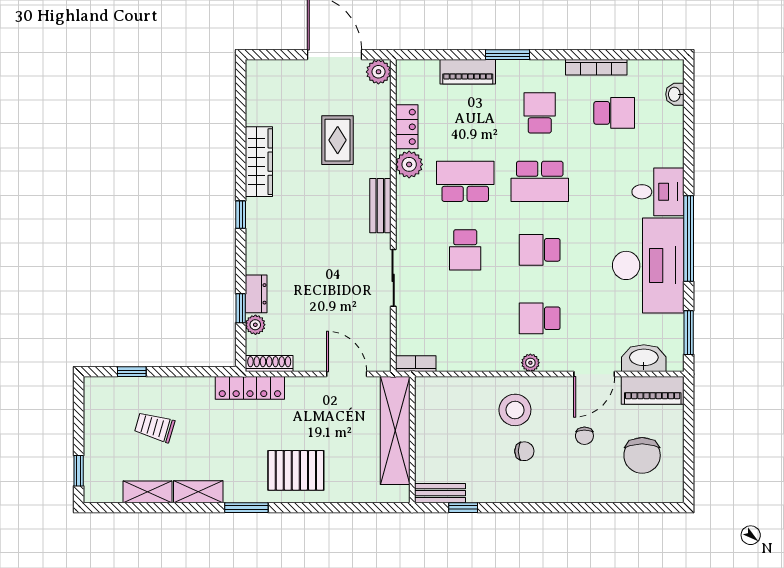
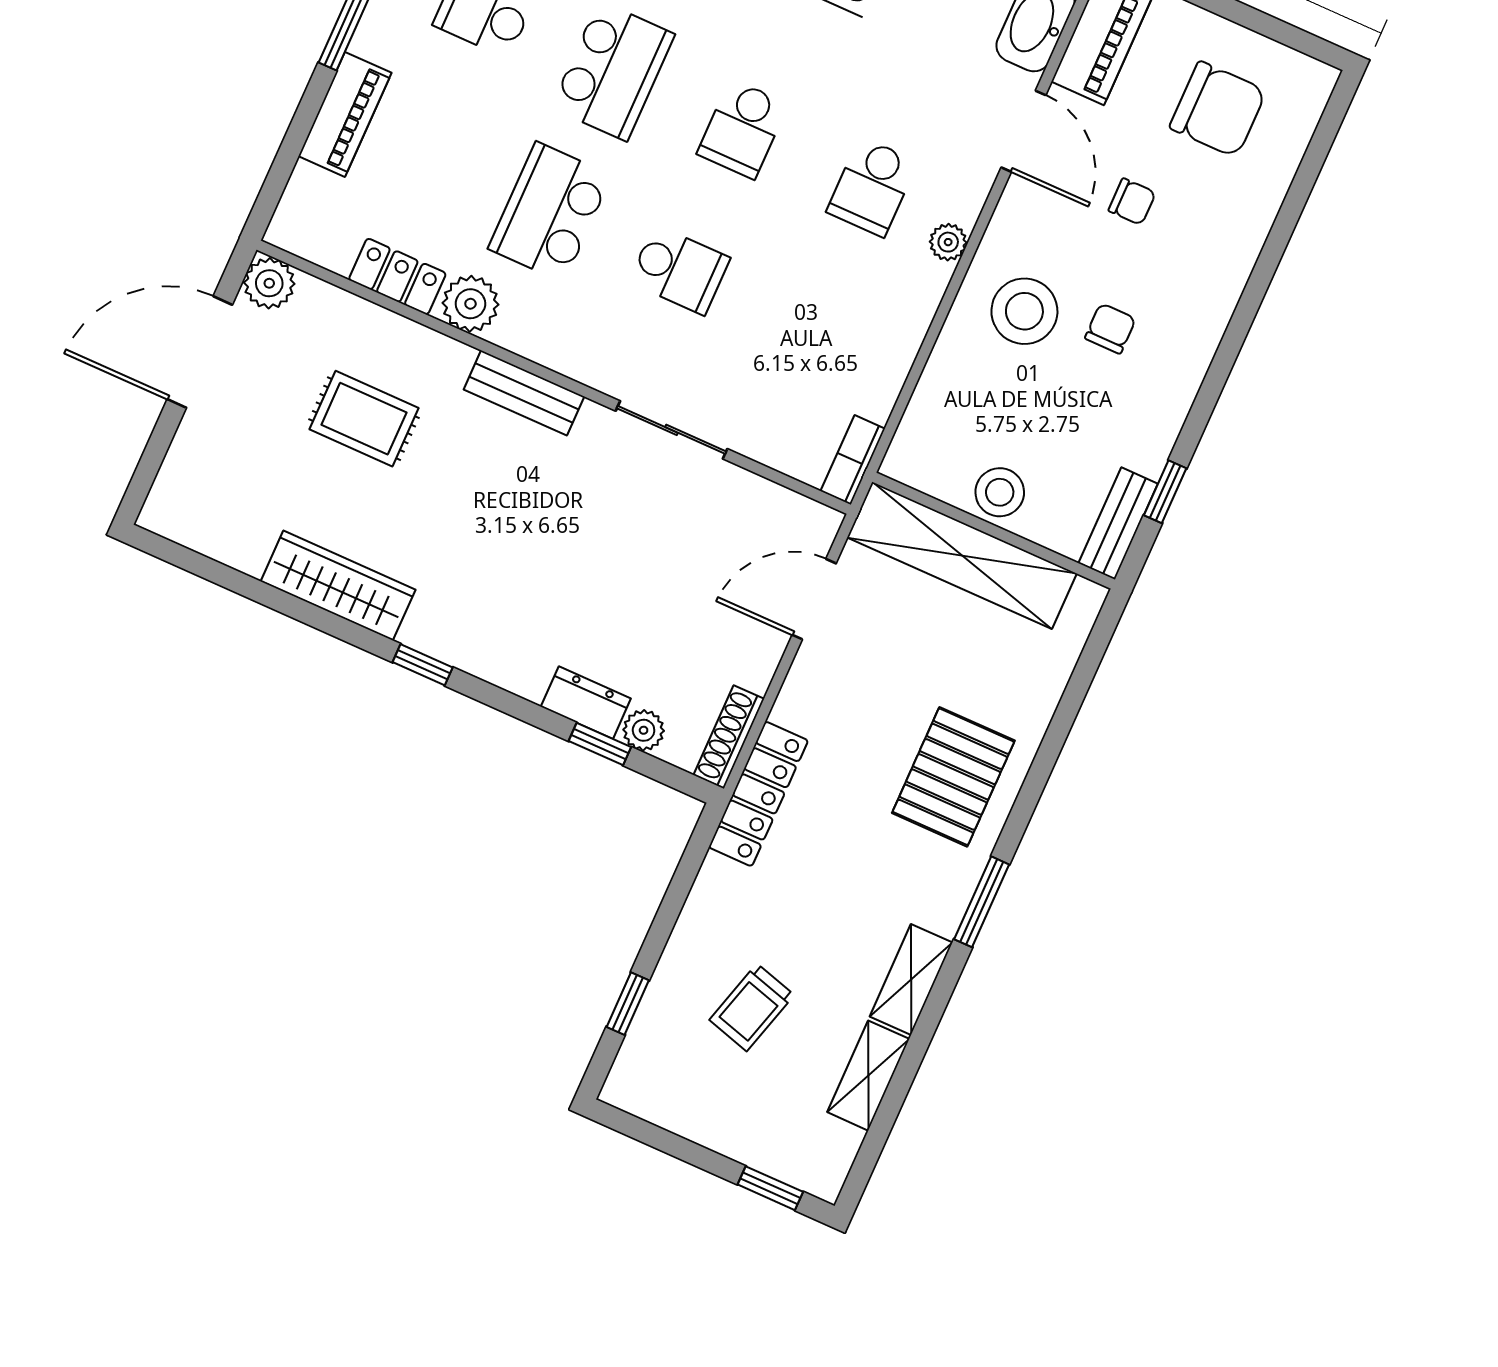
stool: (430, 435) -> (1000, 492), added

